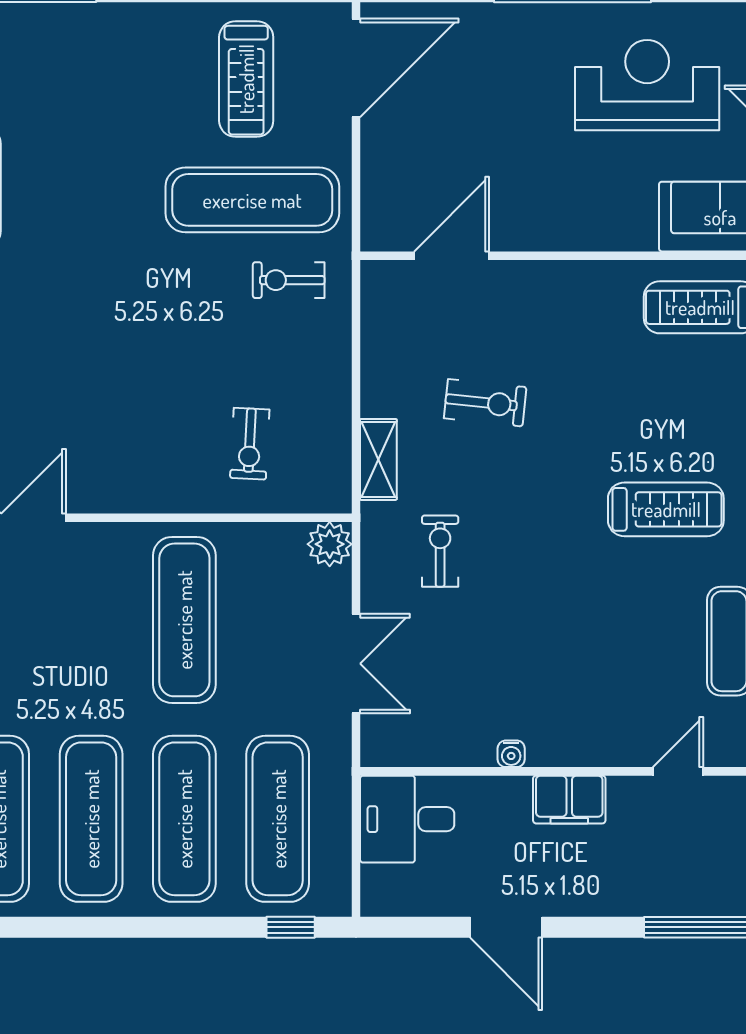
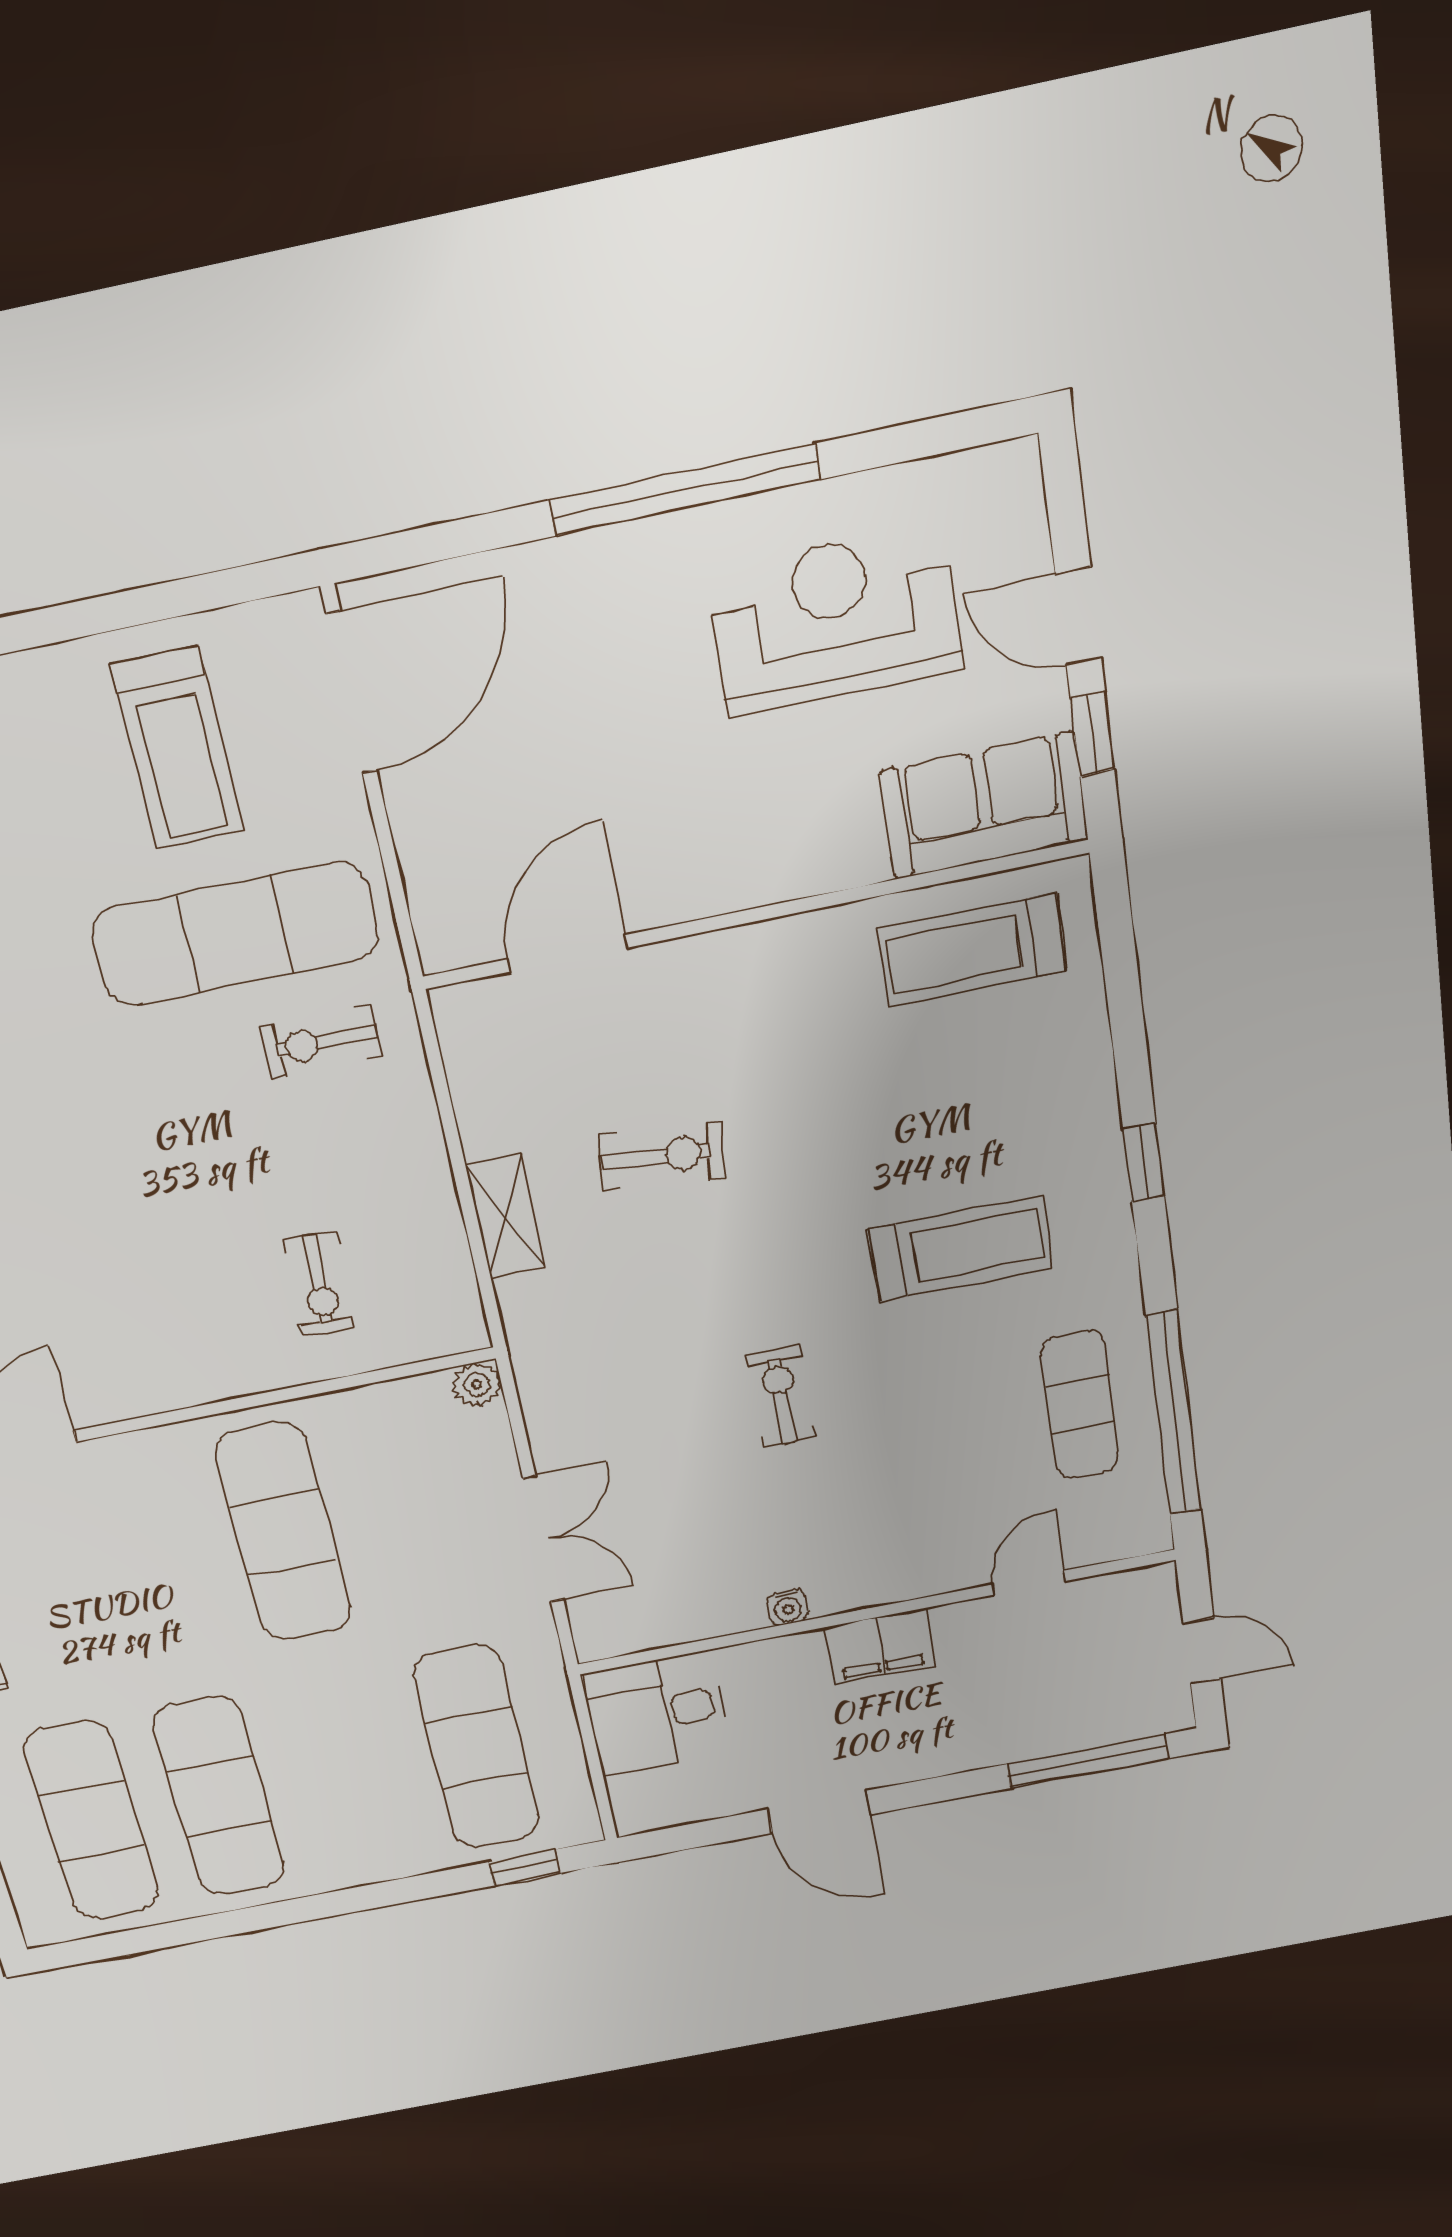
shelving: (378, 459) -> (505, 1216), moved
plant: (330, 544) -> (477, 1384), width x0.73, depth x0.73
exercise bike: (440, 551) -> (781, 1397), moved
exercise mat: (184, 819) -> (348, 1772), removed

